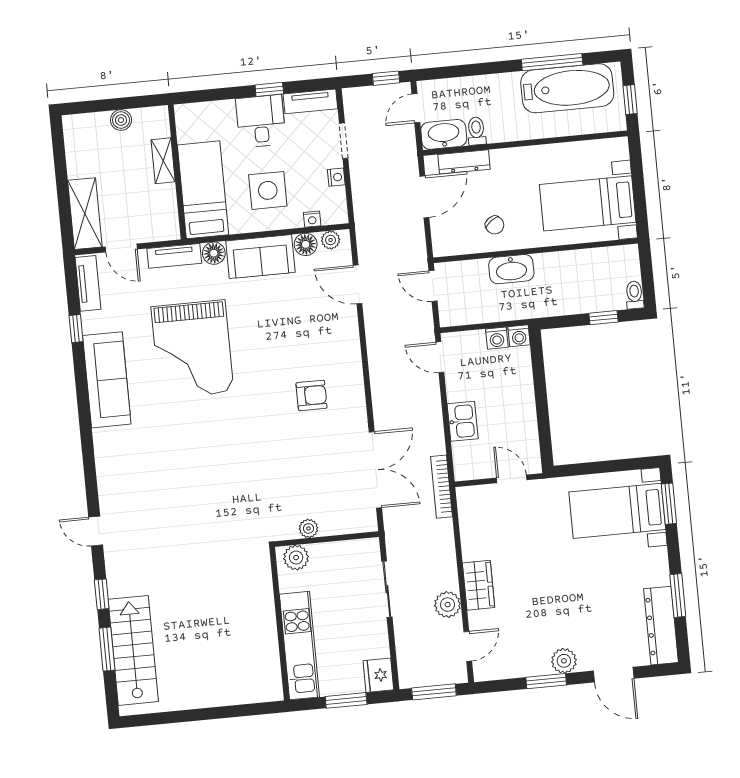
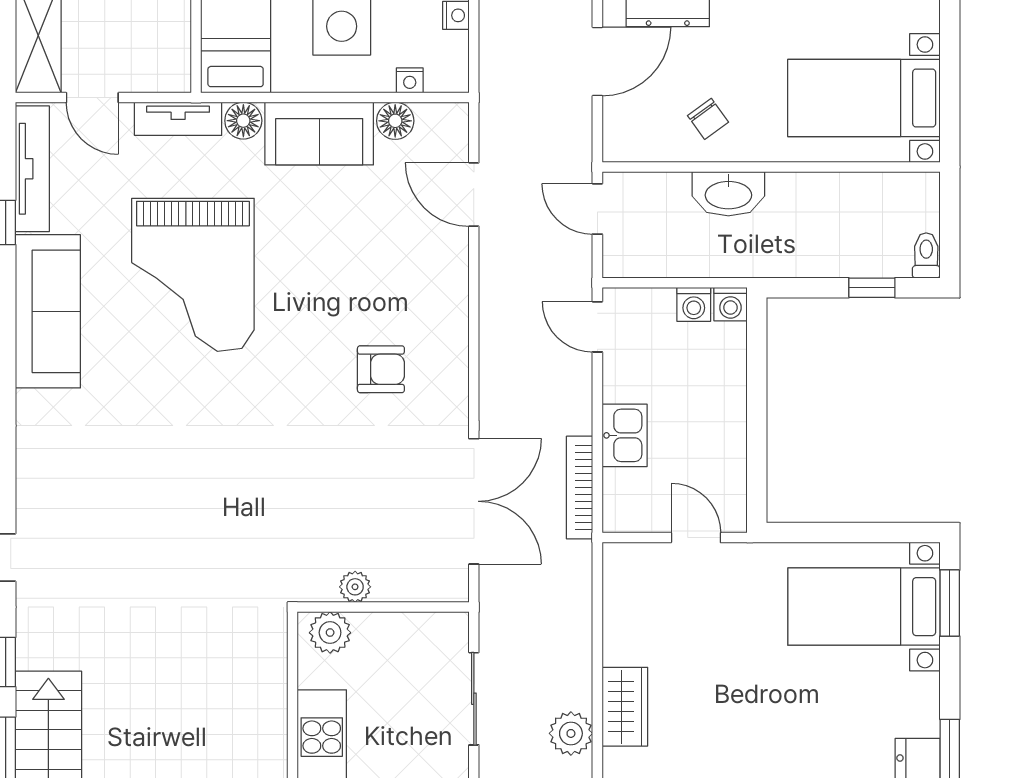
plant: (331, 240) -> (437, 117), removed
tv unit: (88, 283) -> (32, 169), width x1.41
bookcase: (441, 487) -> (580, 488), moved

